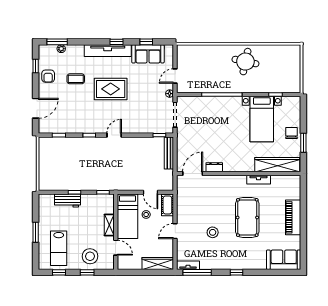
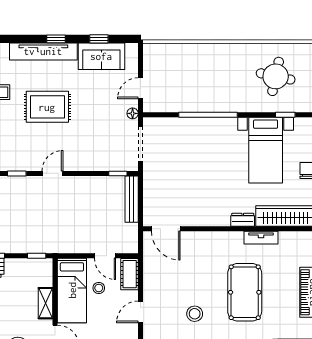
round table: (245, 62) -> (276, 76), moved
dresser: (214, 167) -> (243, 220), moved
door: (193, 174) -> (166, 229), swing flipped

